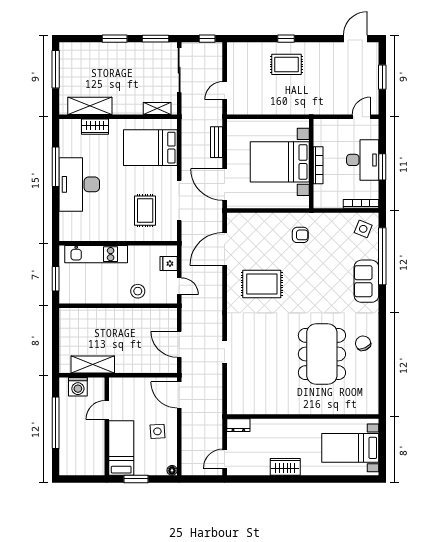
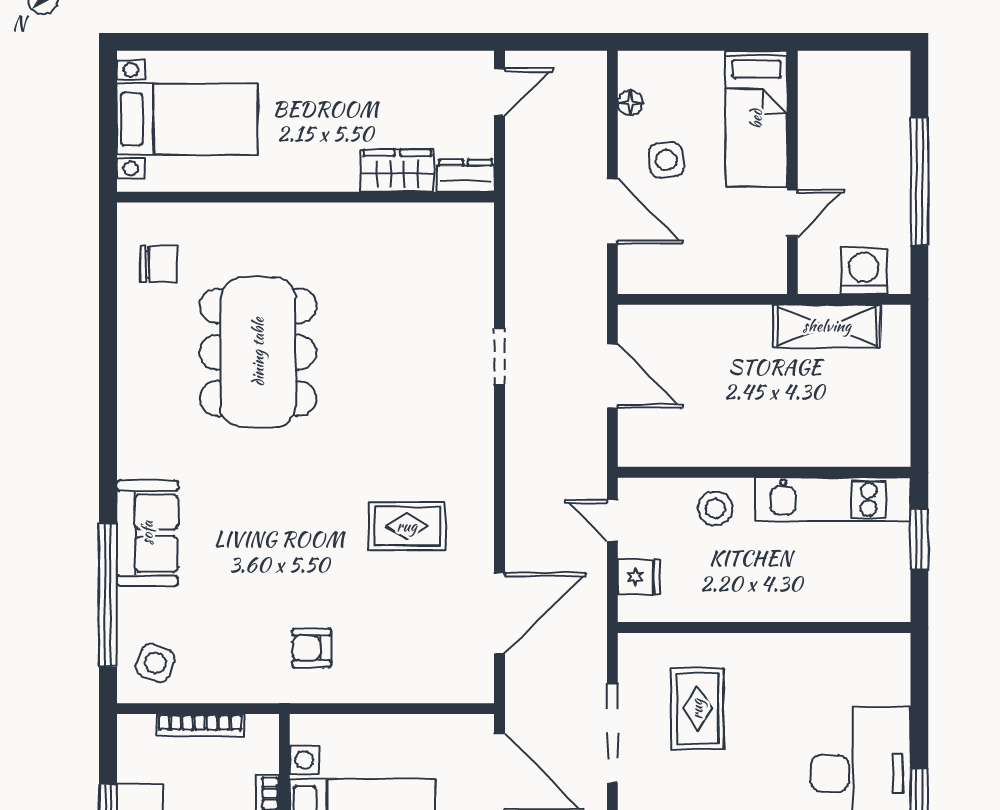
bookcase: (361, 204) -> (200, 725), moved
kitchen unit: (96, 254) -> (833, 499), moved, turned 180
rug: (262, 284) -> (407, 526), width x0.73, depth x0.70
chair: (363, 343) -> (158, 264), moved, turned -65
door: (179, 395) -> (612, 211), moved
wardrobe: (285, 467) -> (397, 171), moved, turned 180
floor lamp: (172, 470) -> (630, 103), moved
window: (136, 479) -> (720, 42), removed

